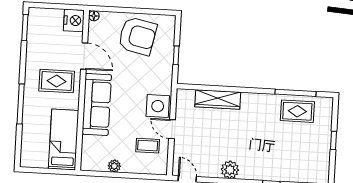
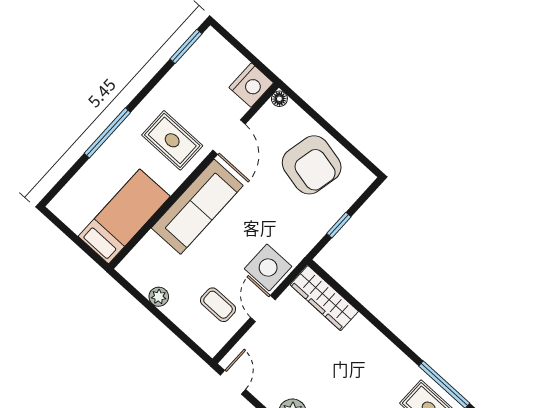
wardrobe: (218, 99) -> (324, 298), moved

